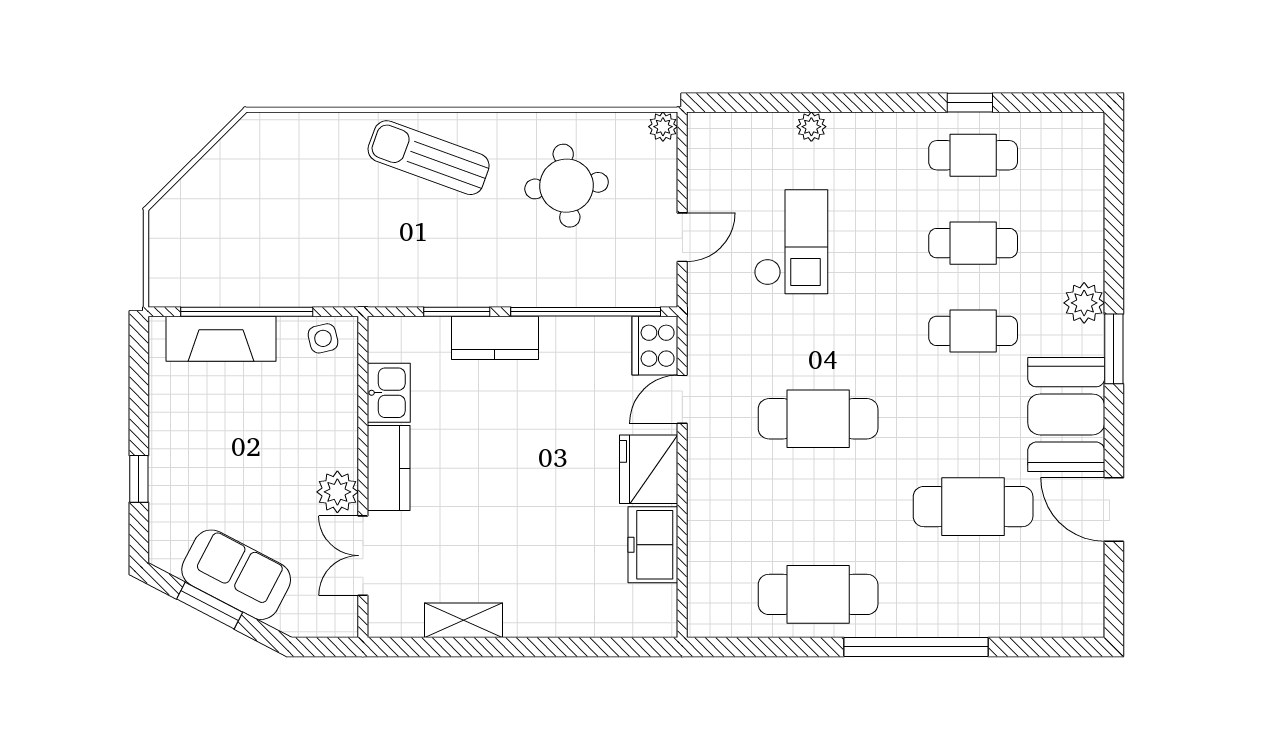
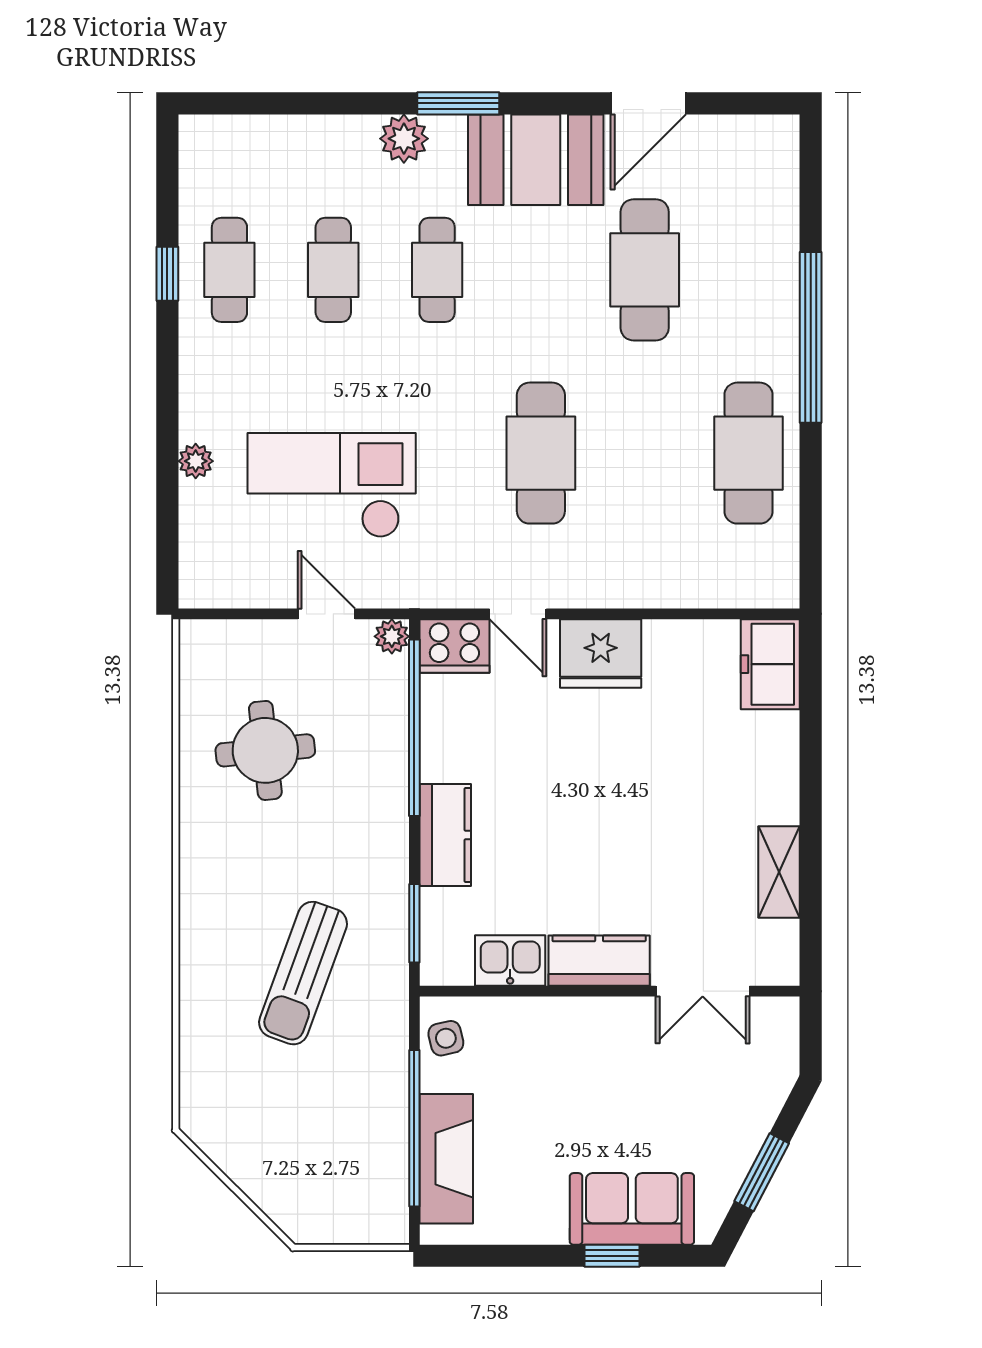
plant: (663, 127) -> (392, 636), moved
sun lounger: (429, 158) -> (303, 973), moved
checkout: (791, 242) -> (332, 485), width x1.36, depth x1.21
window: (457, 312) -> (414, 923), moved
plant: (337, 492) -> (627, 1021), removed
freezer: (653, 545) -> (770, 664), moved, turned 90
sofa: (236, 575) -> (632, 1209), moved, turned 62

